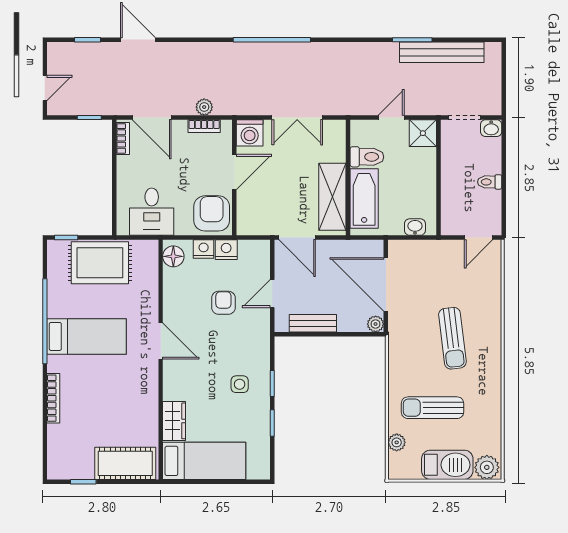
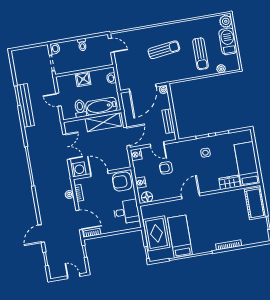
bench: (442, 52) -> (26, 105), moved
door: (152, 118) -> (79, 220), hinge flipped
shower: (423, 133) -> (83, 79), moved
nightstand: (226, 250) -> (136, 154), moved
bed: (87, 336) -> (180, 236), moved

